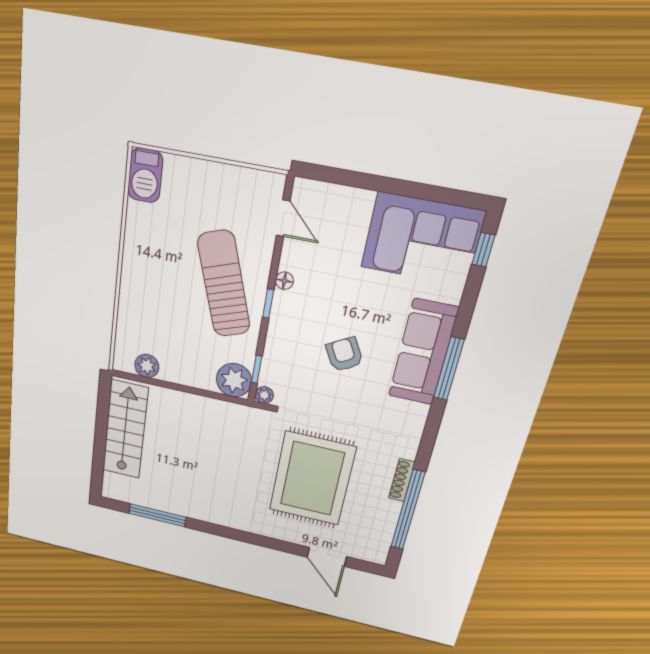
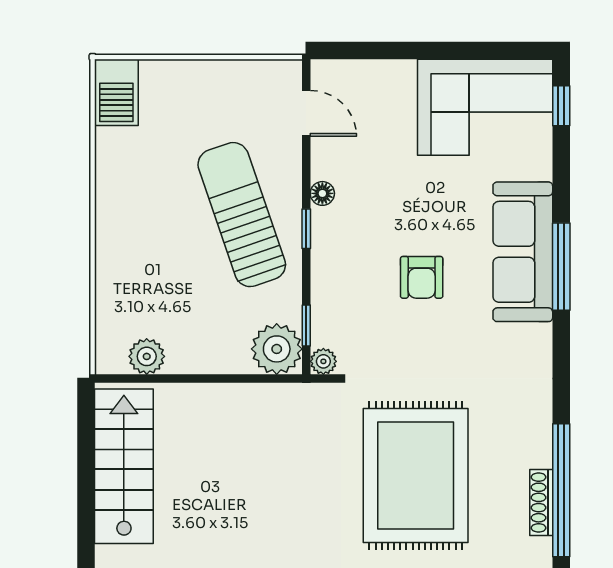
armchair: (344, 355) -> (422, 277), turned -151
shoe rack: (402, 480) -> (541, 503), moved

